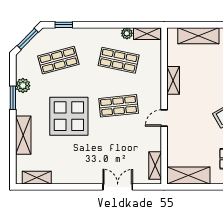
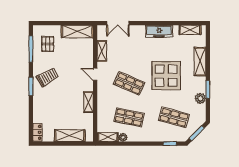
shop shelf: (58, 60) -> (174, 117), turned 30
shop shelf: (119, 106) -> (129, 83), turned 30
door: (164, 118) -> (95, 74), swing flipped
shelving: (155, 166) -> (102, 51), moved
freezer: (78, 176) -> (159, 31), added
double door: (118, 187) -> (118, 23), moved

